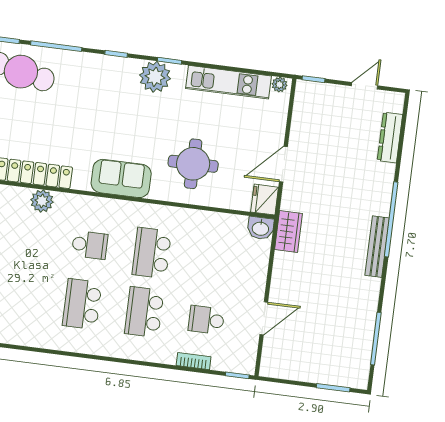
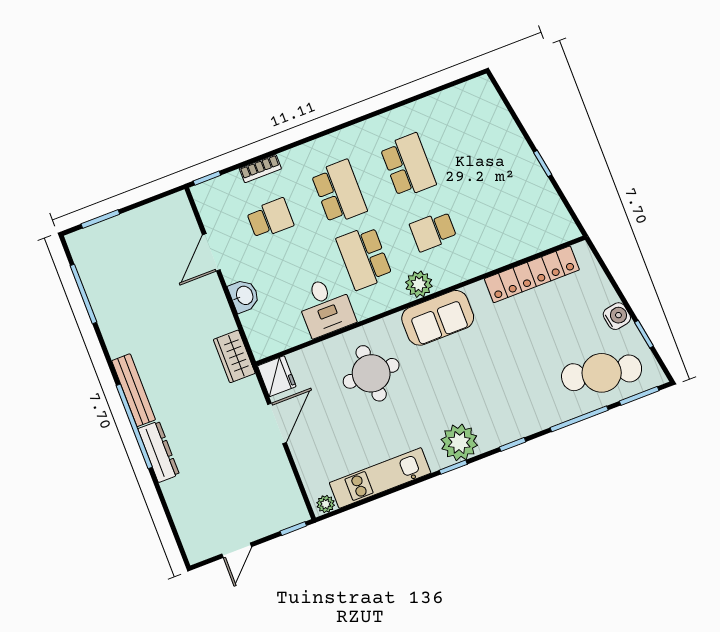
dresser: (390, 138) -> (159, 452), moved
plant: (42, 201) -> (419, 284), moved
washbasin: (261, 228) -> (244, 296), moved, turned 90
desk: (200, 232) -> (325, 307), added
school desk: (152, 253) -> (364, 258), turned 180

